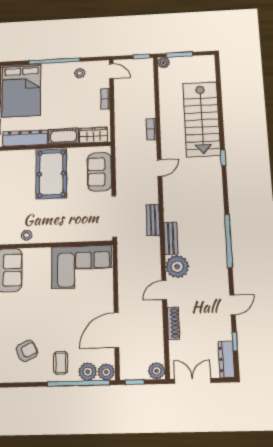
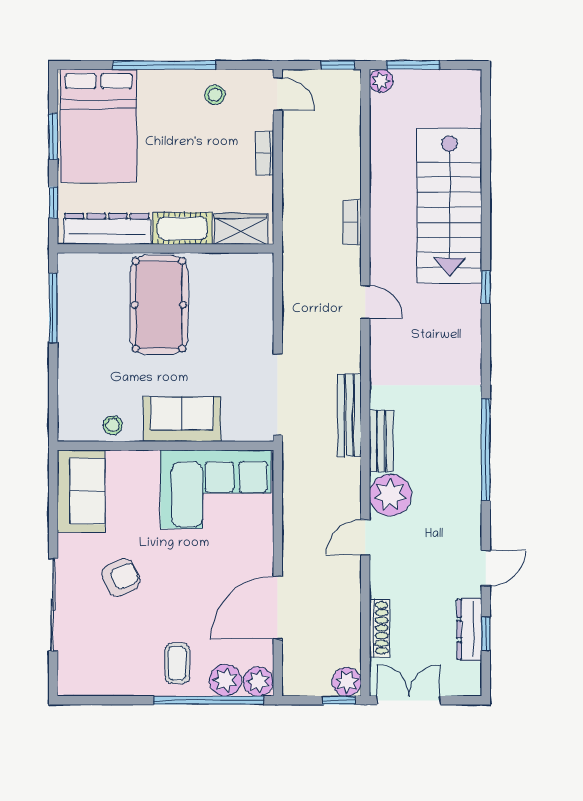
door: (160, 168) -> (365, 302), hinge flipped
sofa: (99, 172) -> (182, 419), moved, turned 90
bench: (153, 220) -> (350, 415), width x1.36
shoe rack: (173, 323) -> (379, 628), moved
armchair: (27, 351) -> (121, 578), moved
dresser: (226, 359) -> (469, 630), moved
window: (135, 382) -> (339, 700), moved

